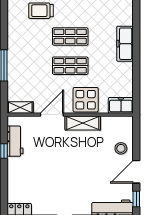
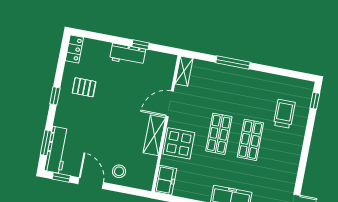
door: (52, 115) -> (170, 104), swing flipped
workbench: (15, 141) -> (128, 55), moved
pallet: (52, 194) -> (84, 87), added

